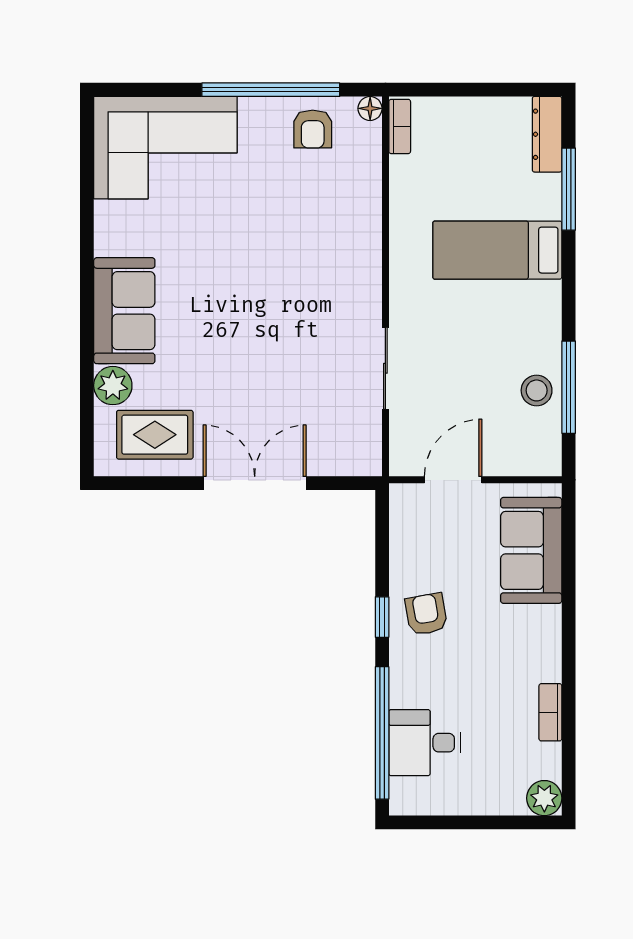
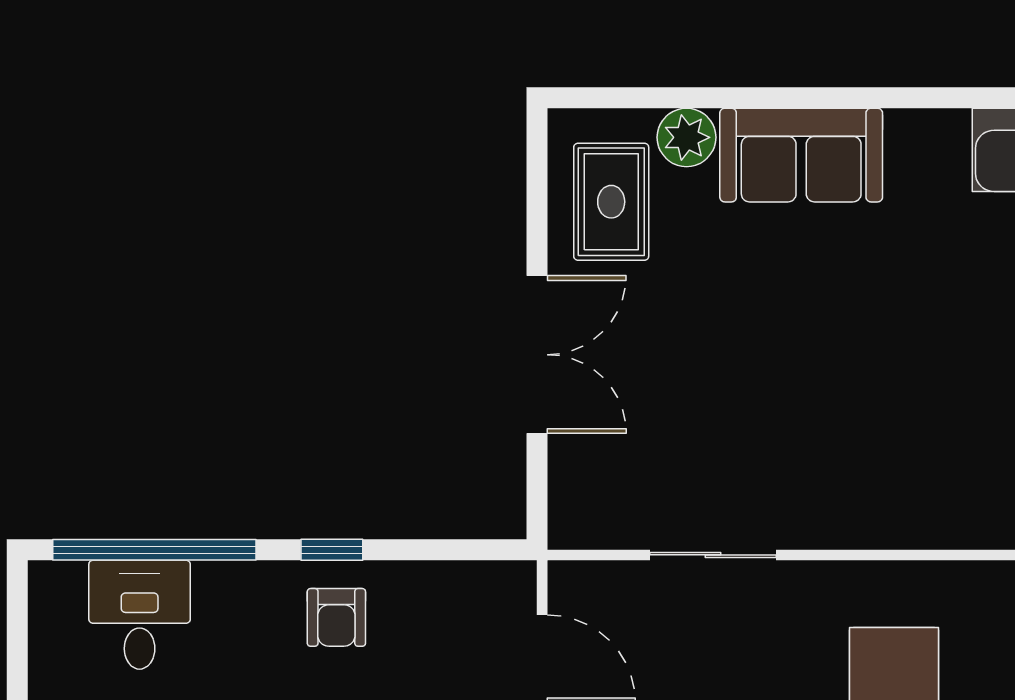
armchair: (426, 614) -> (336, 617), turned 100

